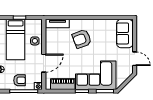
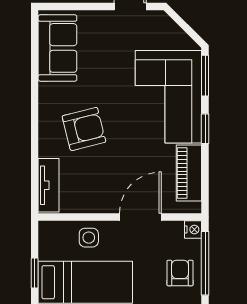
sofa: (125, 33) -> (57, 48), moved, turned -90
armchair: (82, 39) -> (84, 129), turned -83
door: (44, 63) -> (140, 217), hinge flipped

